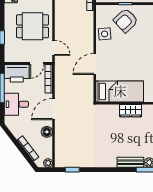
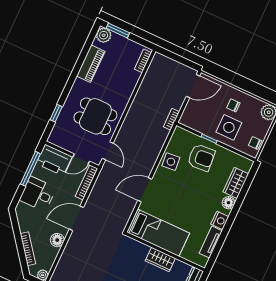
armchair: (126, 20) -> (201, 158), turned -142

